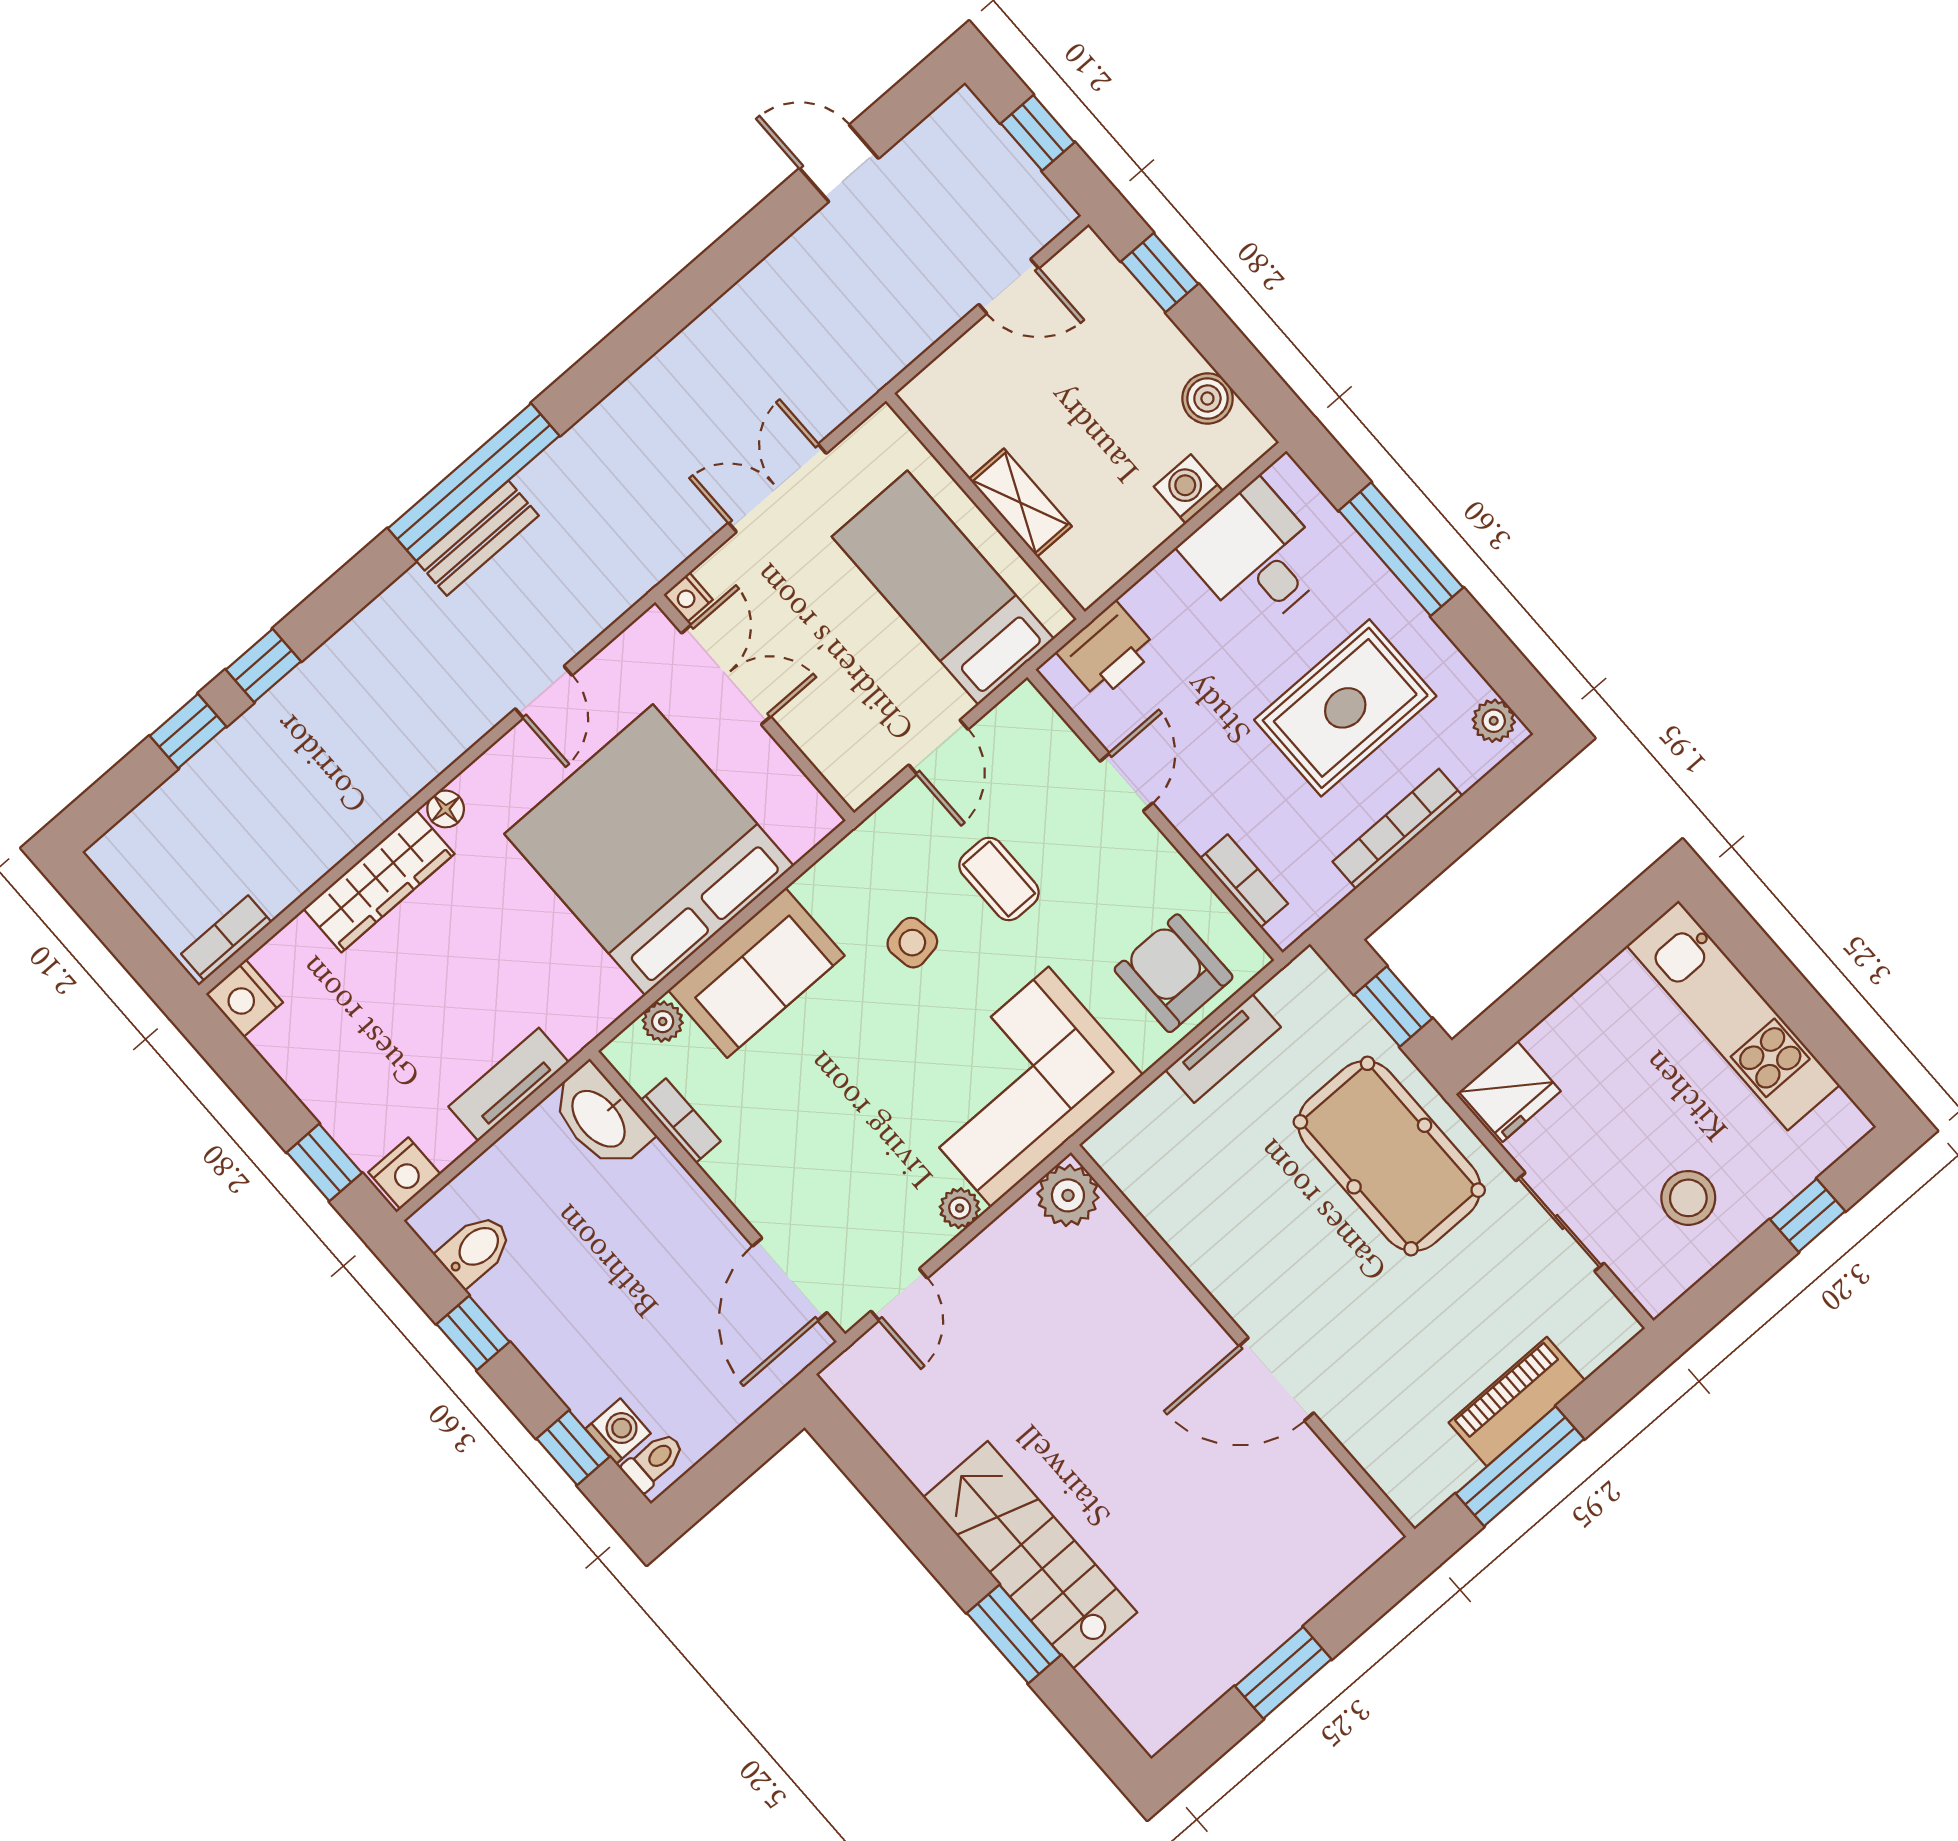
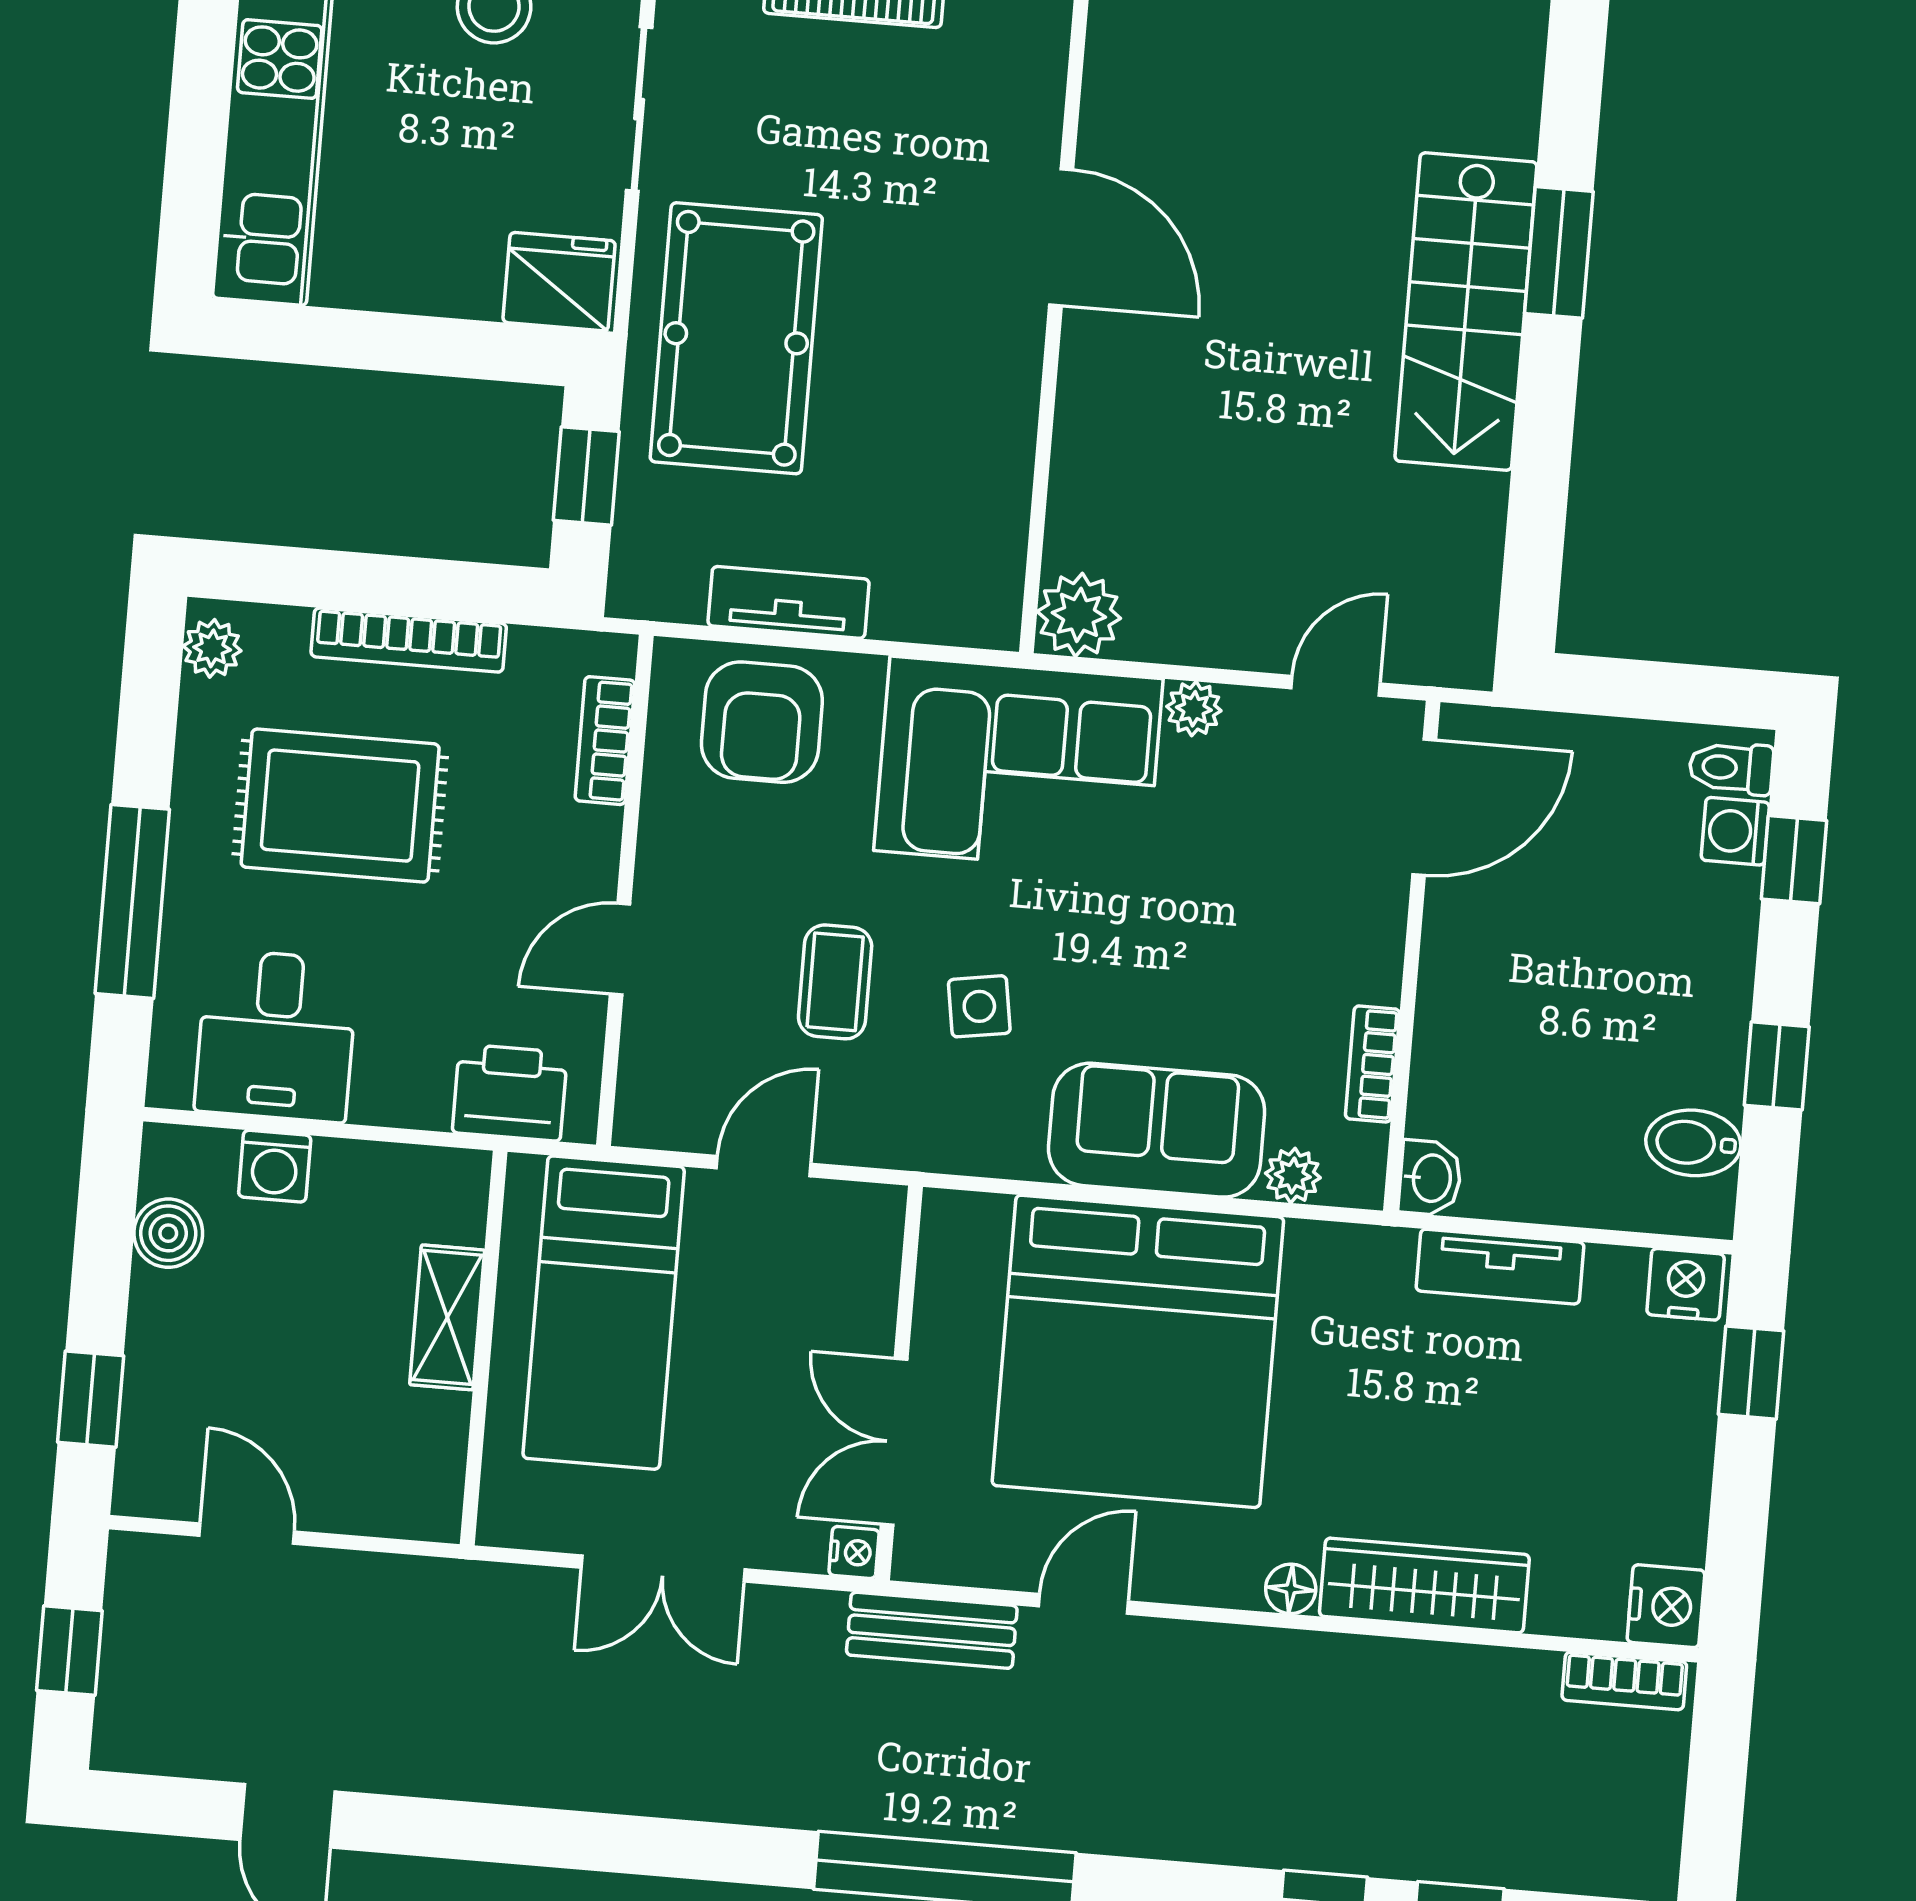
bench: (478, 538) -> (932, 1630), moved
washbasin: (600, 1118) -> (1430, 1178), width x0.52, depth x0.69

